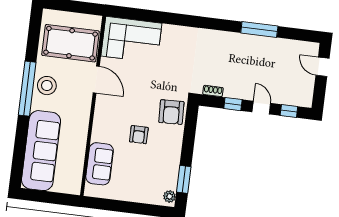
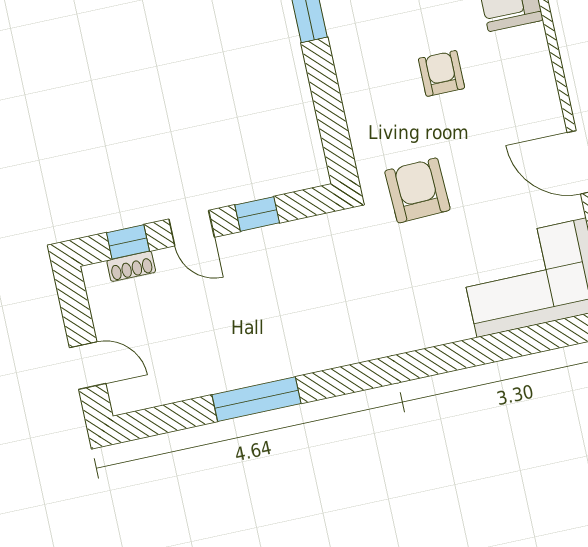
shoe rack: (213, 91) -> (131, 266), moved
armchair: (171, 112) -> (417, 190), moved

